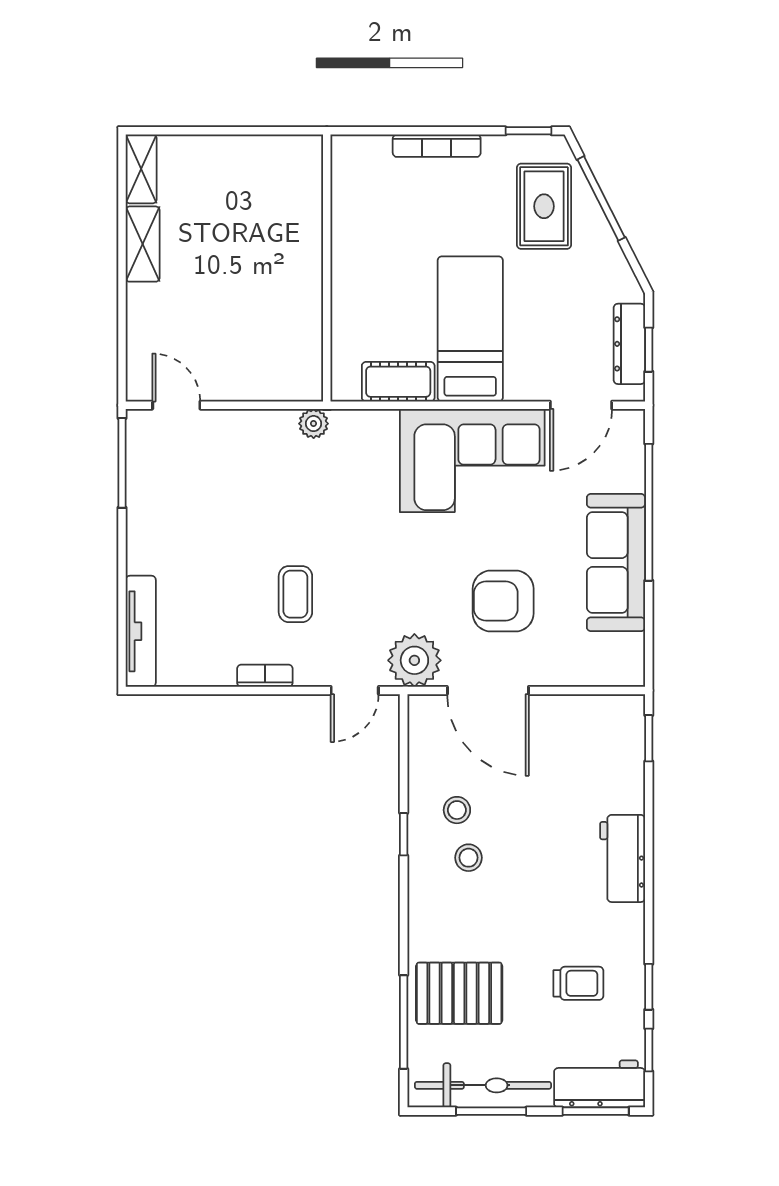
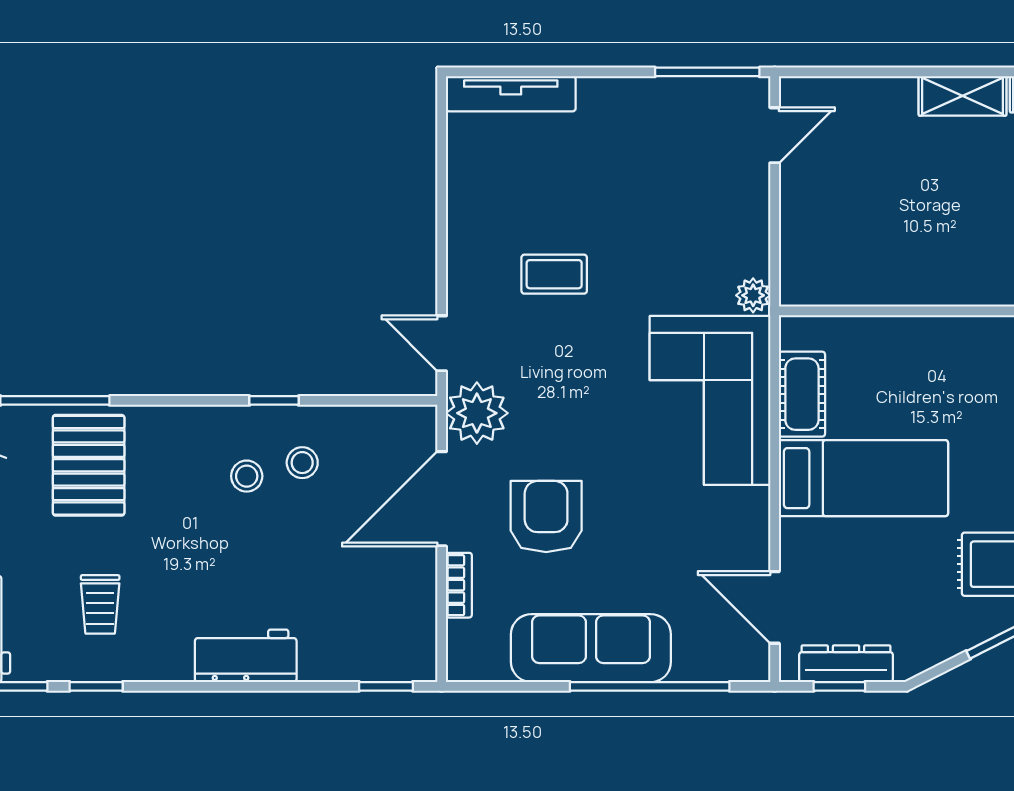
corner sofa: (472, 461) -> (710, 400), moved
bookcase: (265, 676) -> (459, 585), moved

